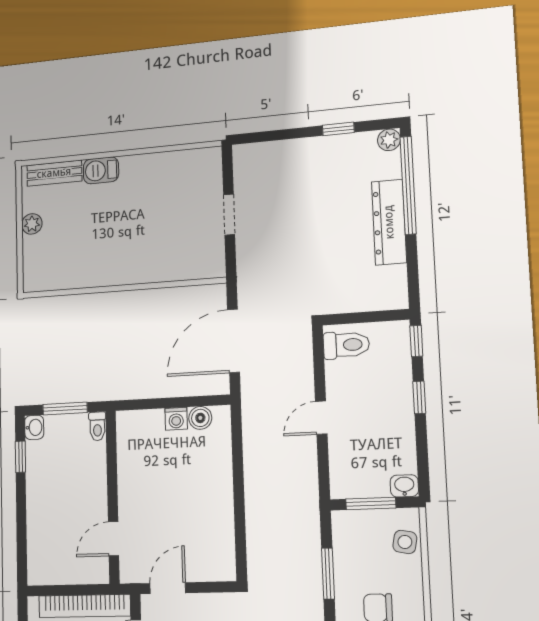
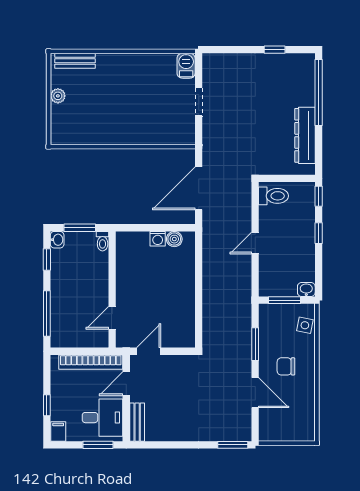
plant: (389, 140) -> (308, 60), removed
barbecue: (101, 170) -> (186, 66), moved, turned 90
dresser: (389, 222) -> (305, 135), moved
window: (22, 535) -> (47, 313), added

